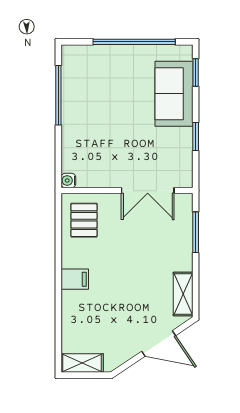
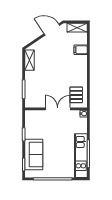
kitchen unit: (74, 91) -> (81, 156), added
double door: (148, 191) -> (58, 109), moved
filing cabinet: (75, 279) -> (81, 50), moved
door: (159, 343) -> (52, 29), moved

